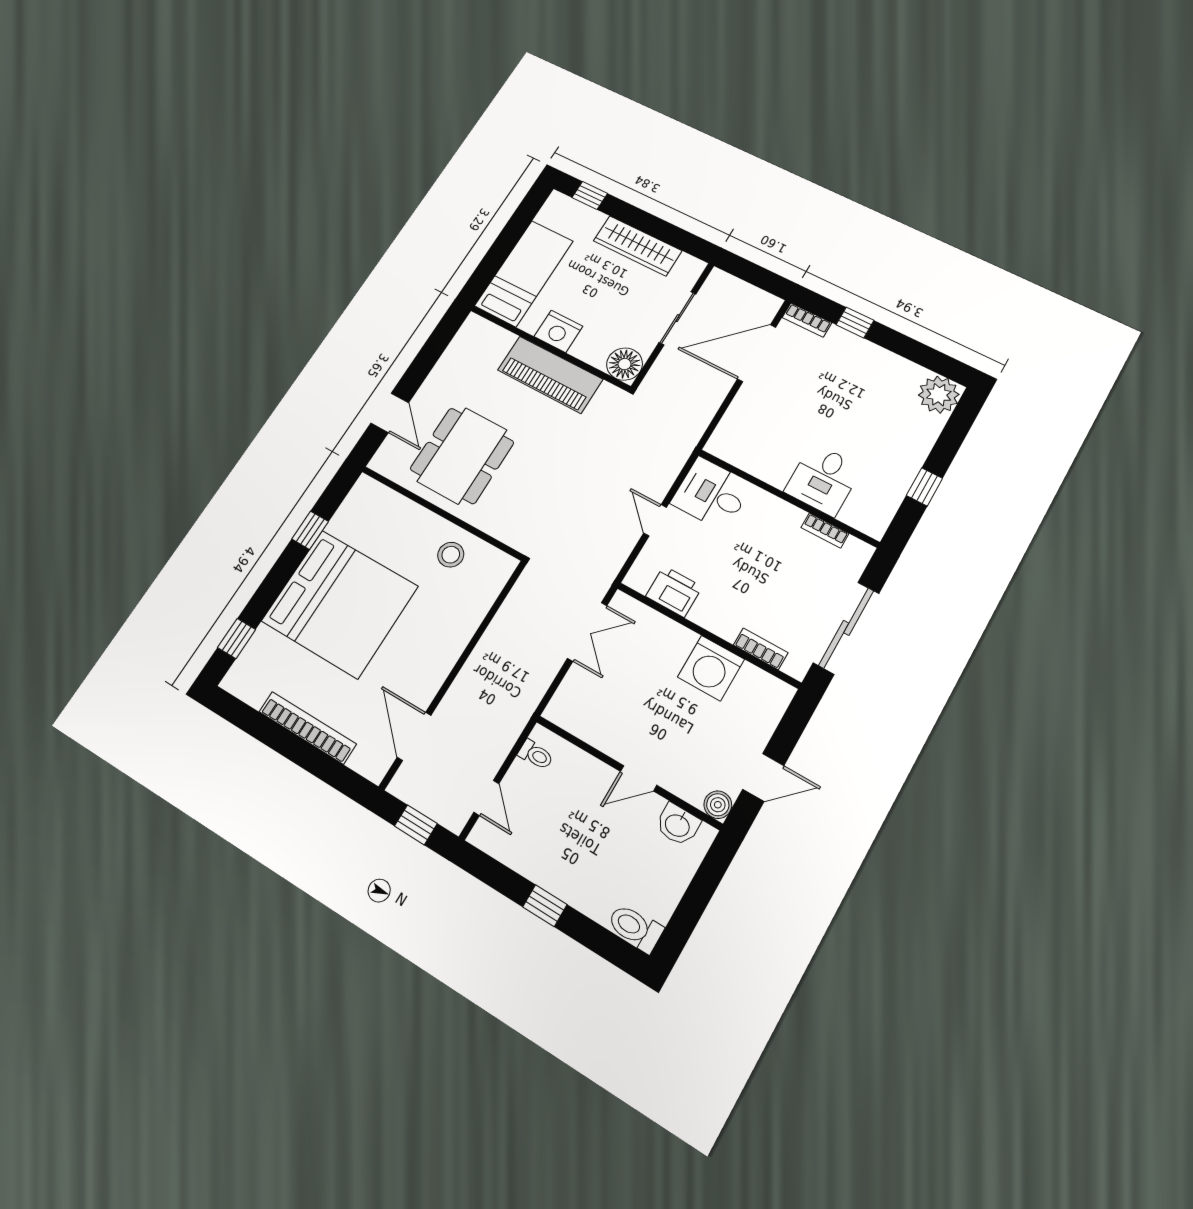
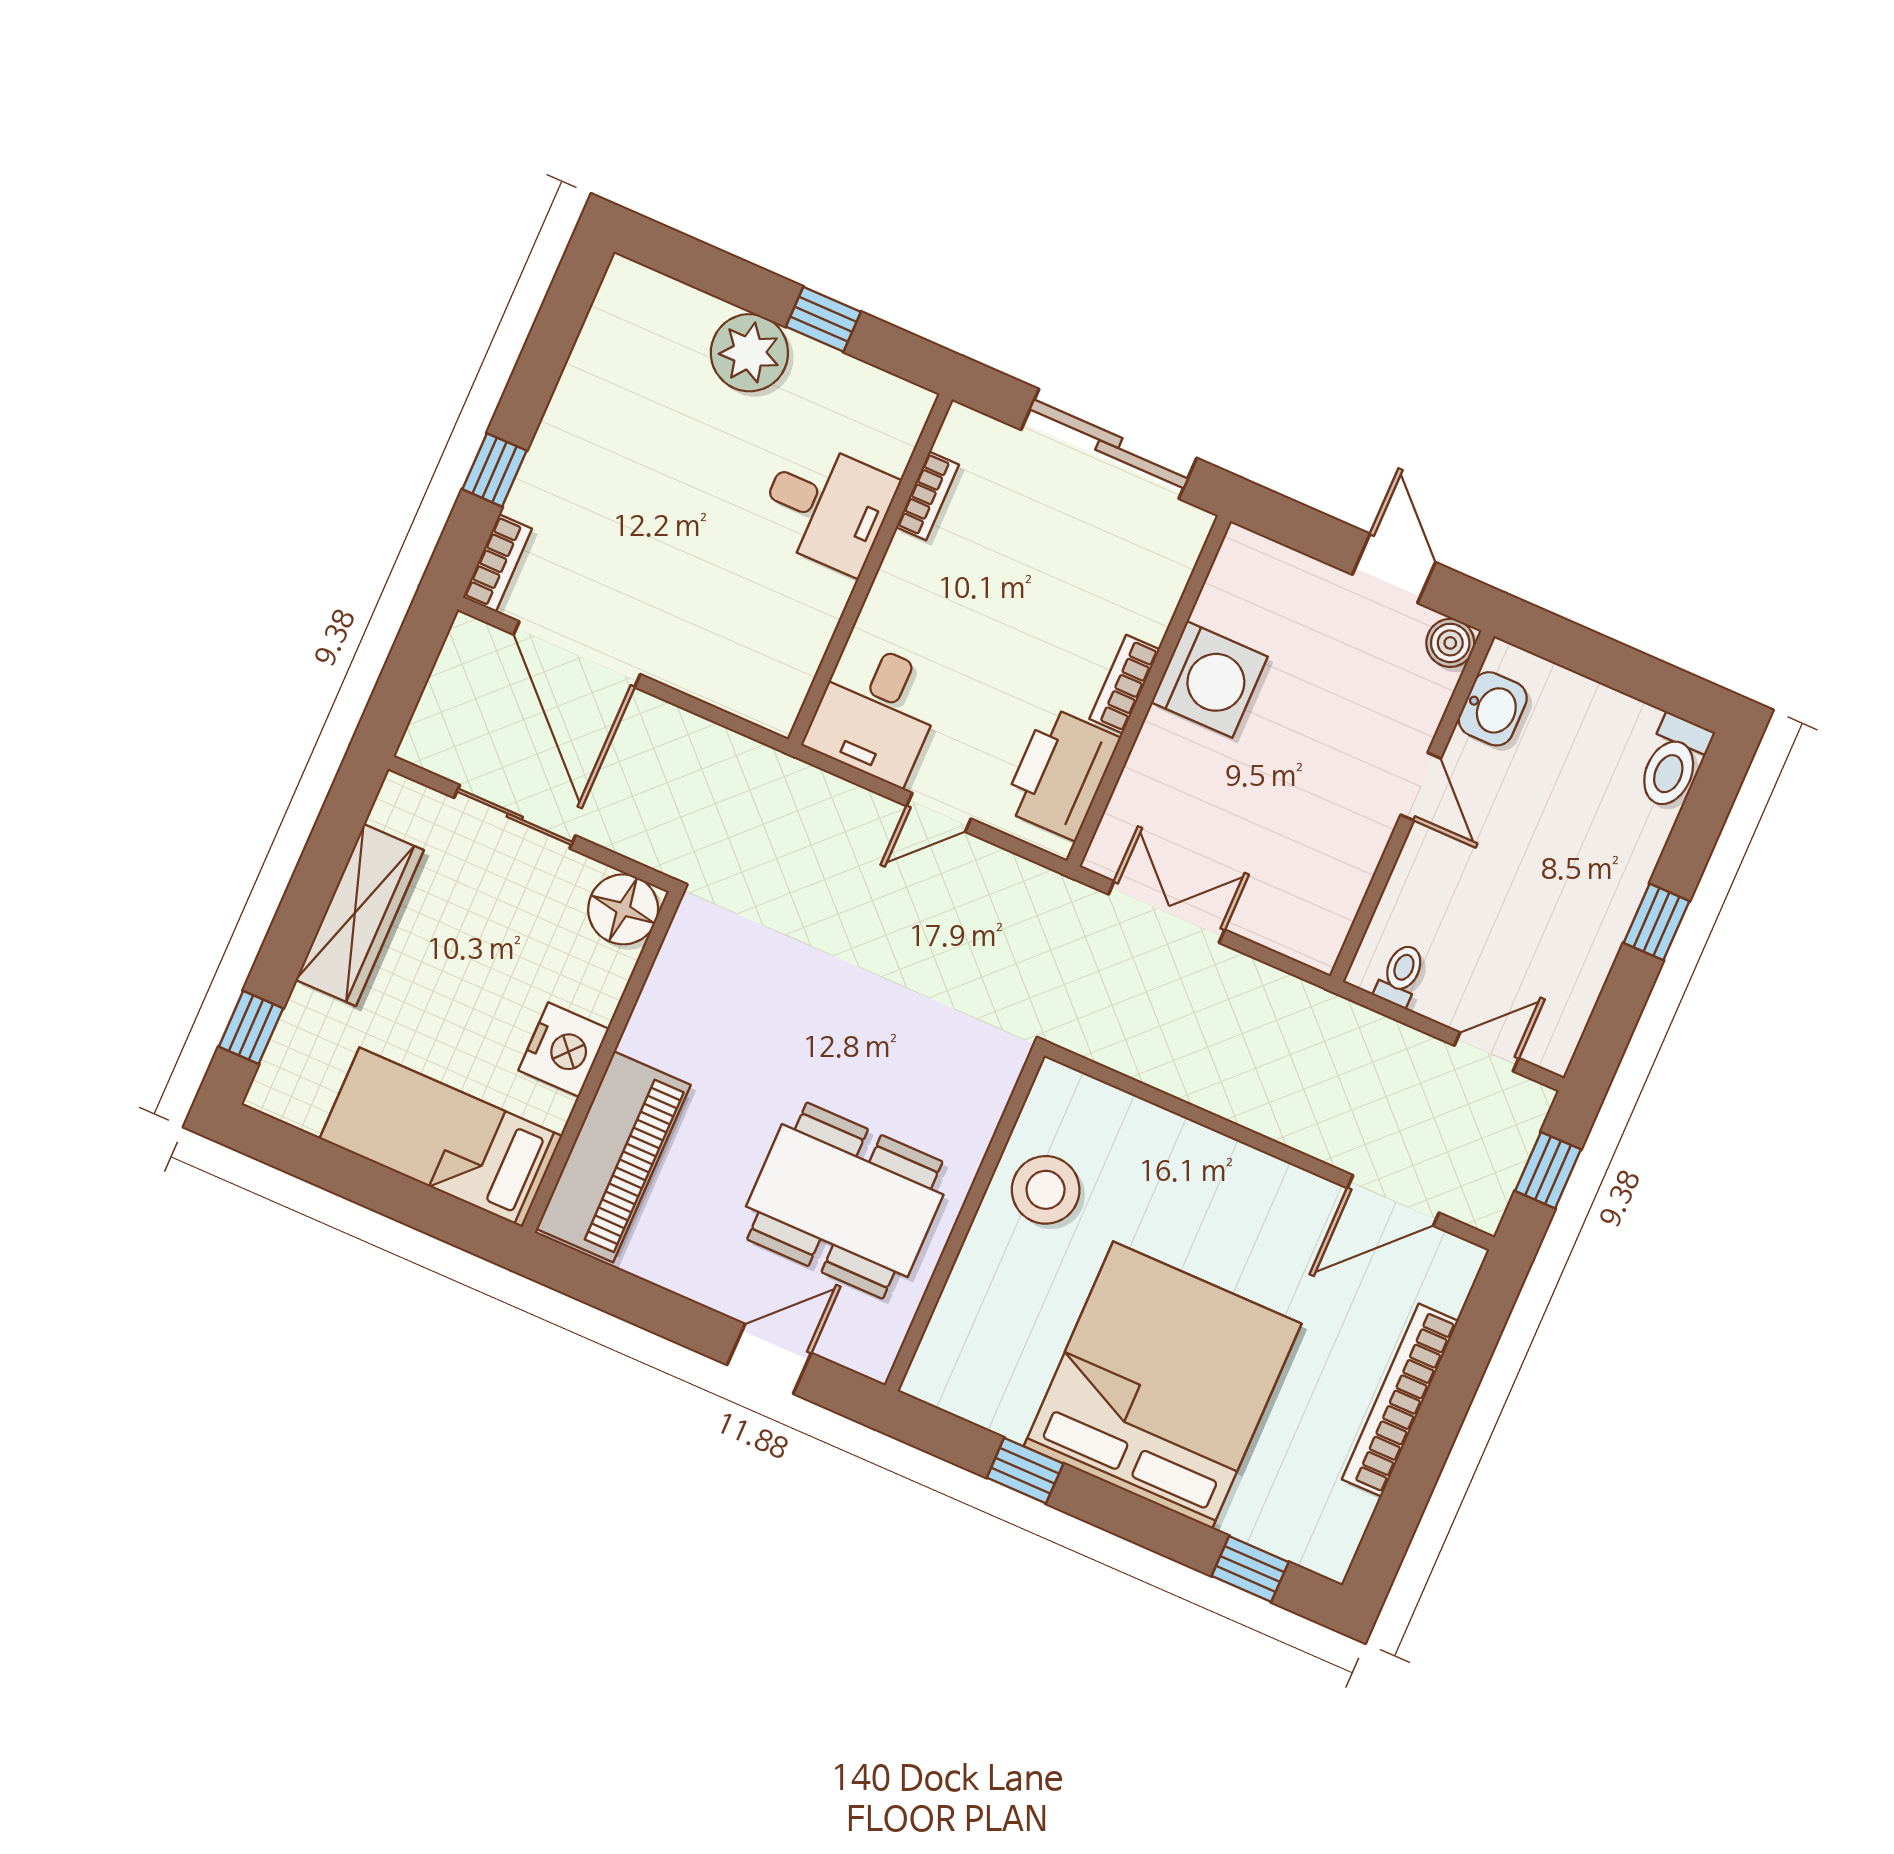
piano: (550, 375) -> (613, 1157), moved
plant: (939, 395) -> (749, 353), moved
stool: (451, 555) -> (1046, 1190), width x1.38, depth x1.38
printer: (674, 591) -> (1061, 773), width x1.37, depth x1.19
bookcase: (761, 649) -> (1125, 684), moved

